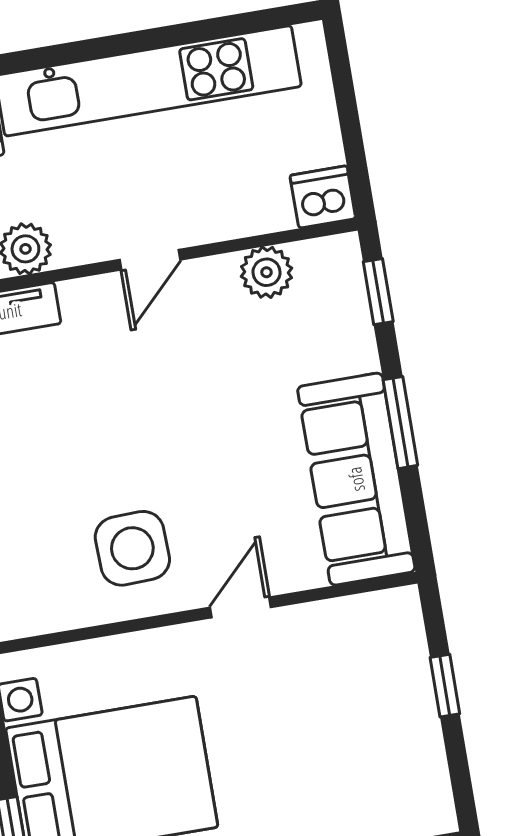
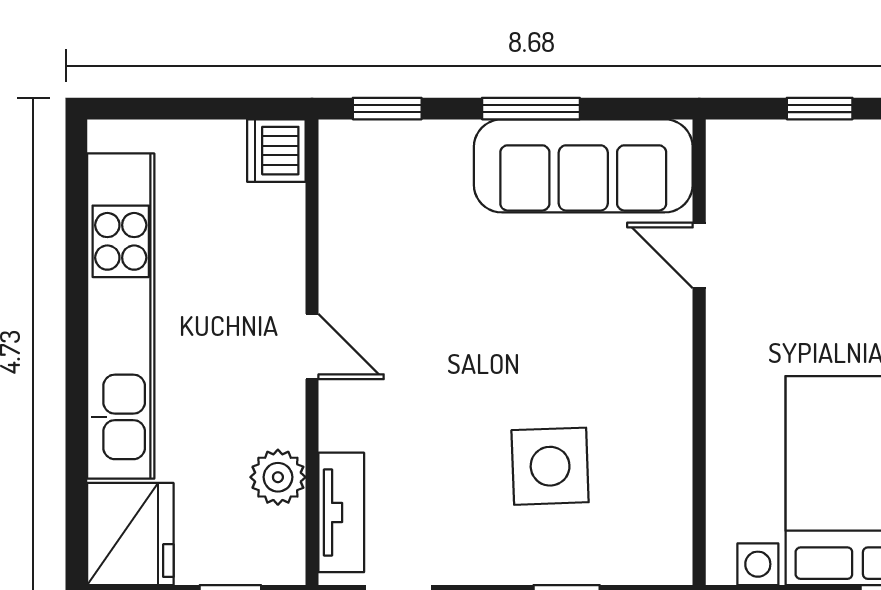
plant: (267, 272) -> (346, 224), removed
side table: (132, 548) -> (550, 466), moved
door: (240, 607) -> (699, 255), moved

